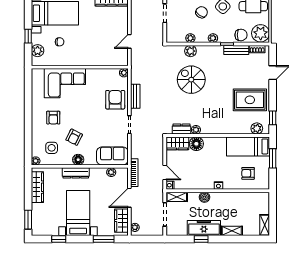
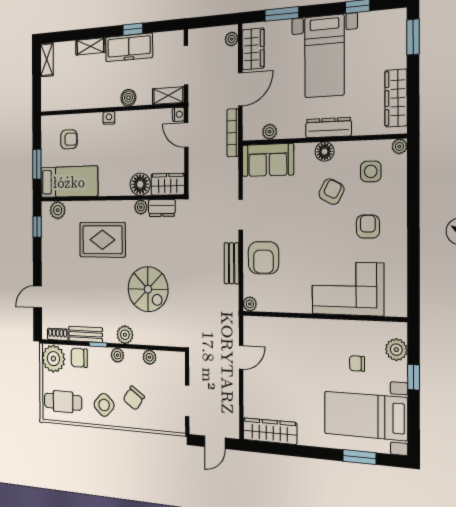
plant: (190, 51) -> (125, 335), moved
rug: (250, 100) -> (102, 240), moved

